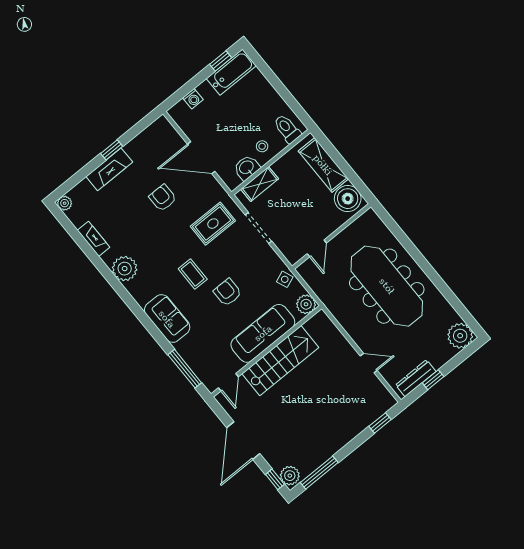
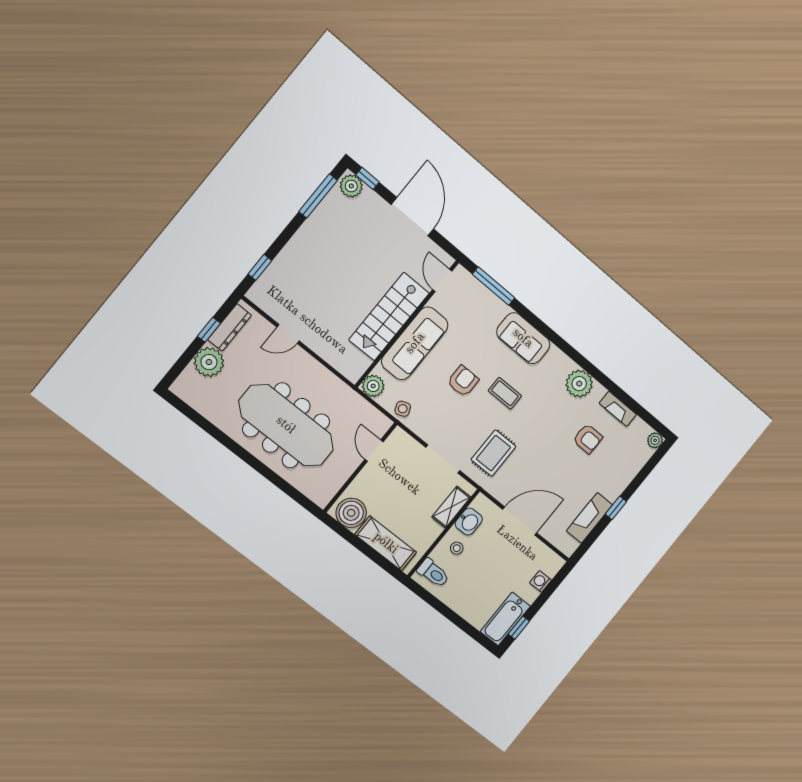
fireplace: (109, 169) -> (589, 518), moved
armchair: (163, 198) -> (588, 439), moved
armchair: (227, 292) -> (463, 381), turned -90
plant: (460, 336) -> (209, 362), moved

